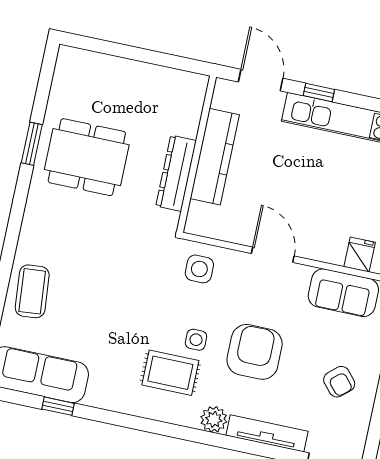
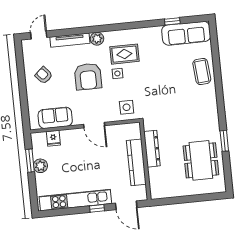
dining table: (87, 157) -> (201, 160), moved, turned 90

